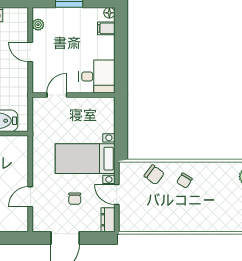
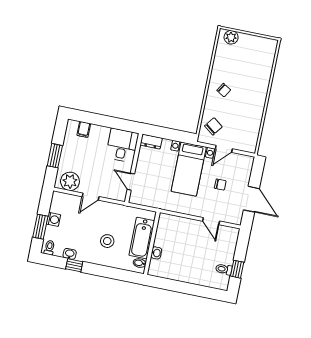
floor lamp: (109, 13) -> (71, 124), removed
plant: (38, 25) -> (70, 181), width x1.87, depth x1.87
chair: (154, 175) -> (213, 126), moved
dresser: (108, 220) -> (151, 142), moved

